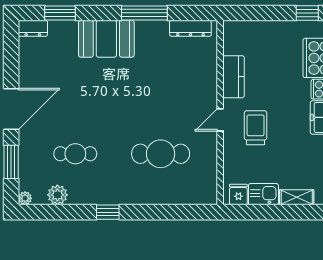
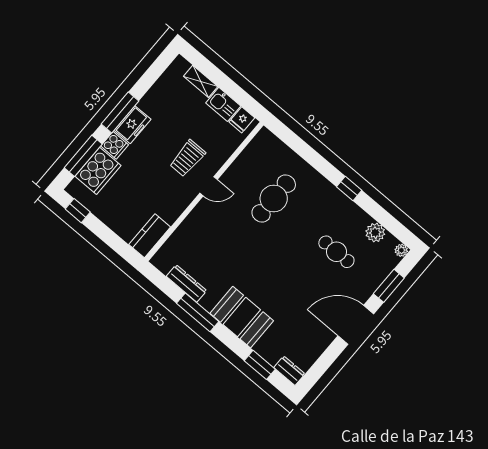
dresser: (190, 28) -> (186, 283), moved
kitchen counter: (233, 77) -> (150, 236), moved
cafe table: (161, 154) -> (274, 199), turned 90

